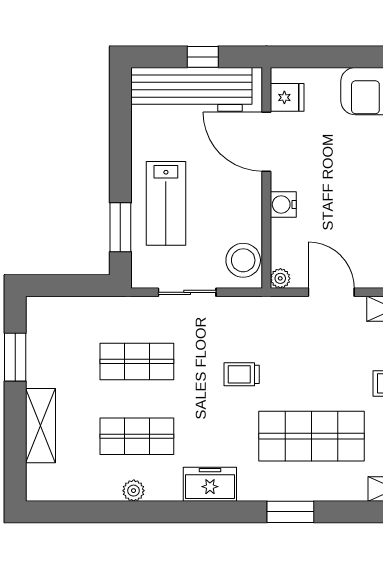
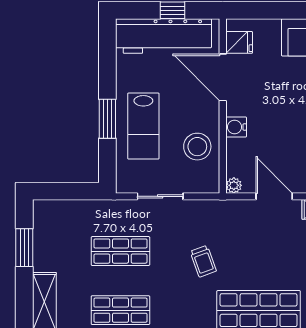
window: (120, 227) -> (107, 119), moved
stool: (243, 260) -> (197, 147), moved
trolley: (242, 374) -> (203, 261), turned -110

